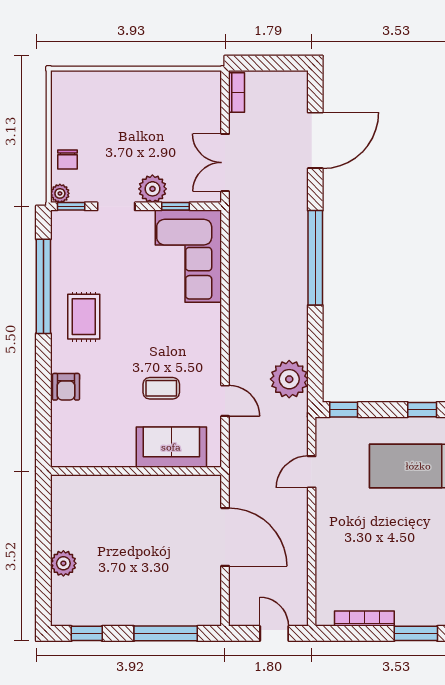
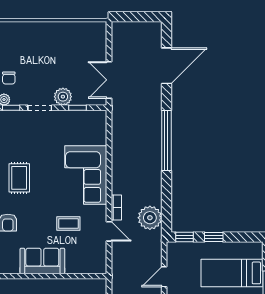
bookcase: (237, 93) -> (116, 208), moved
corner sofa: (188, 256) -> (86, 175), moved
window: (422, 410) -> (214, 237), moved
sofa: (171, 447) -> (42, 261), moved

